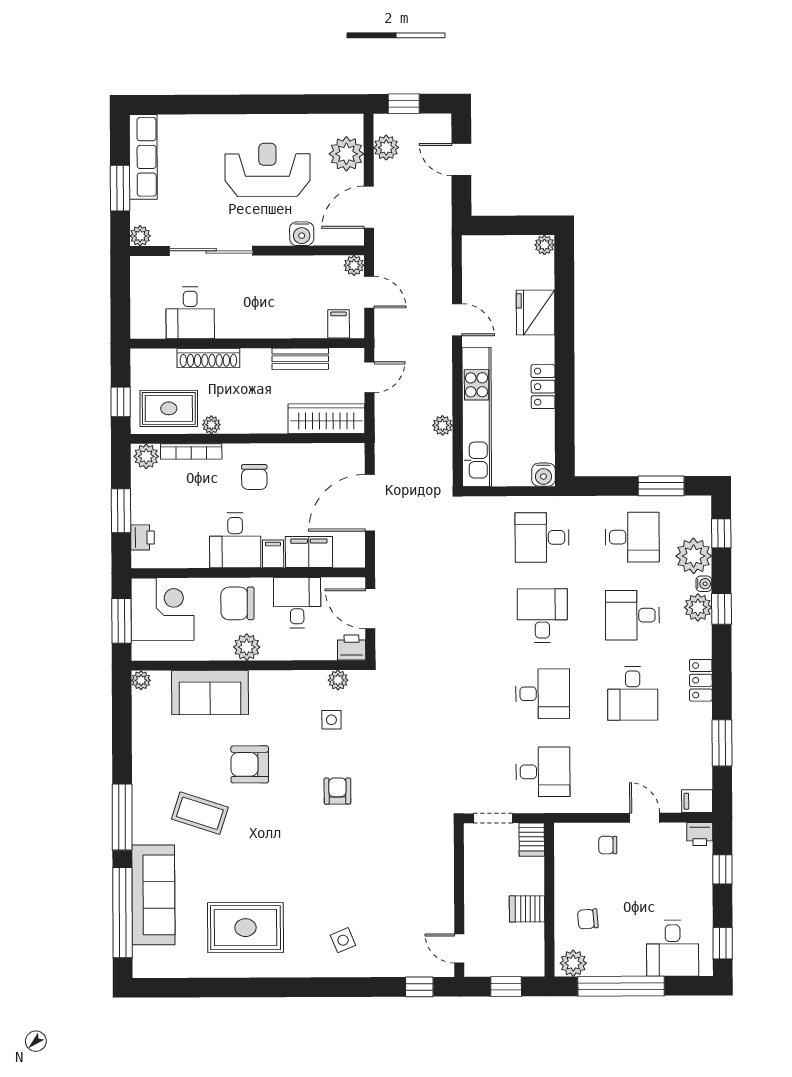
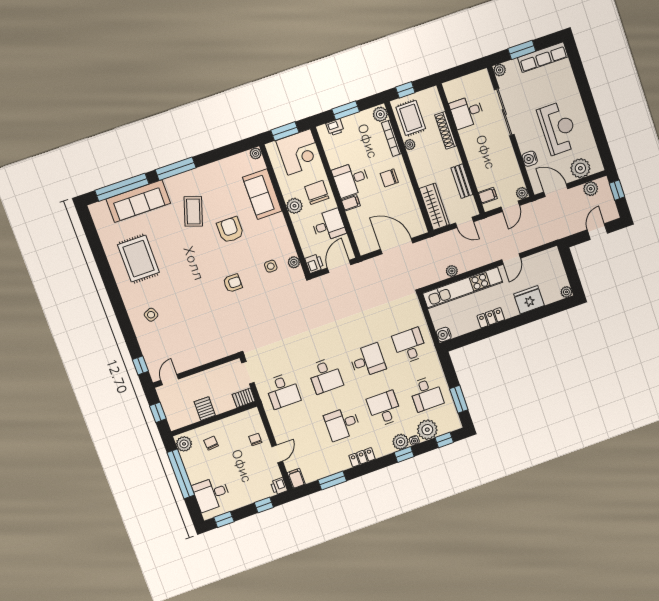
filing cabinet: (309, 552) -> (358, 222), removed

